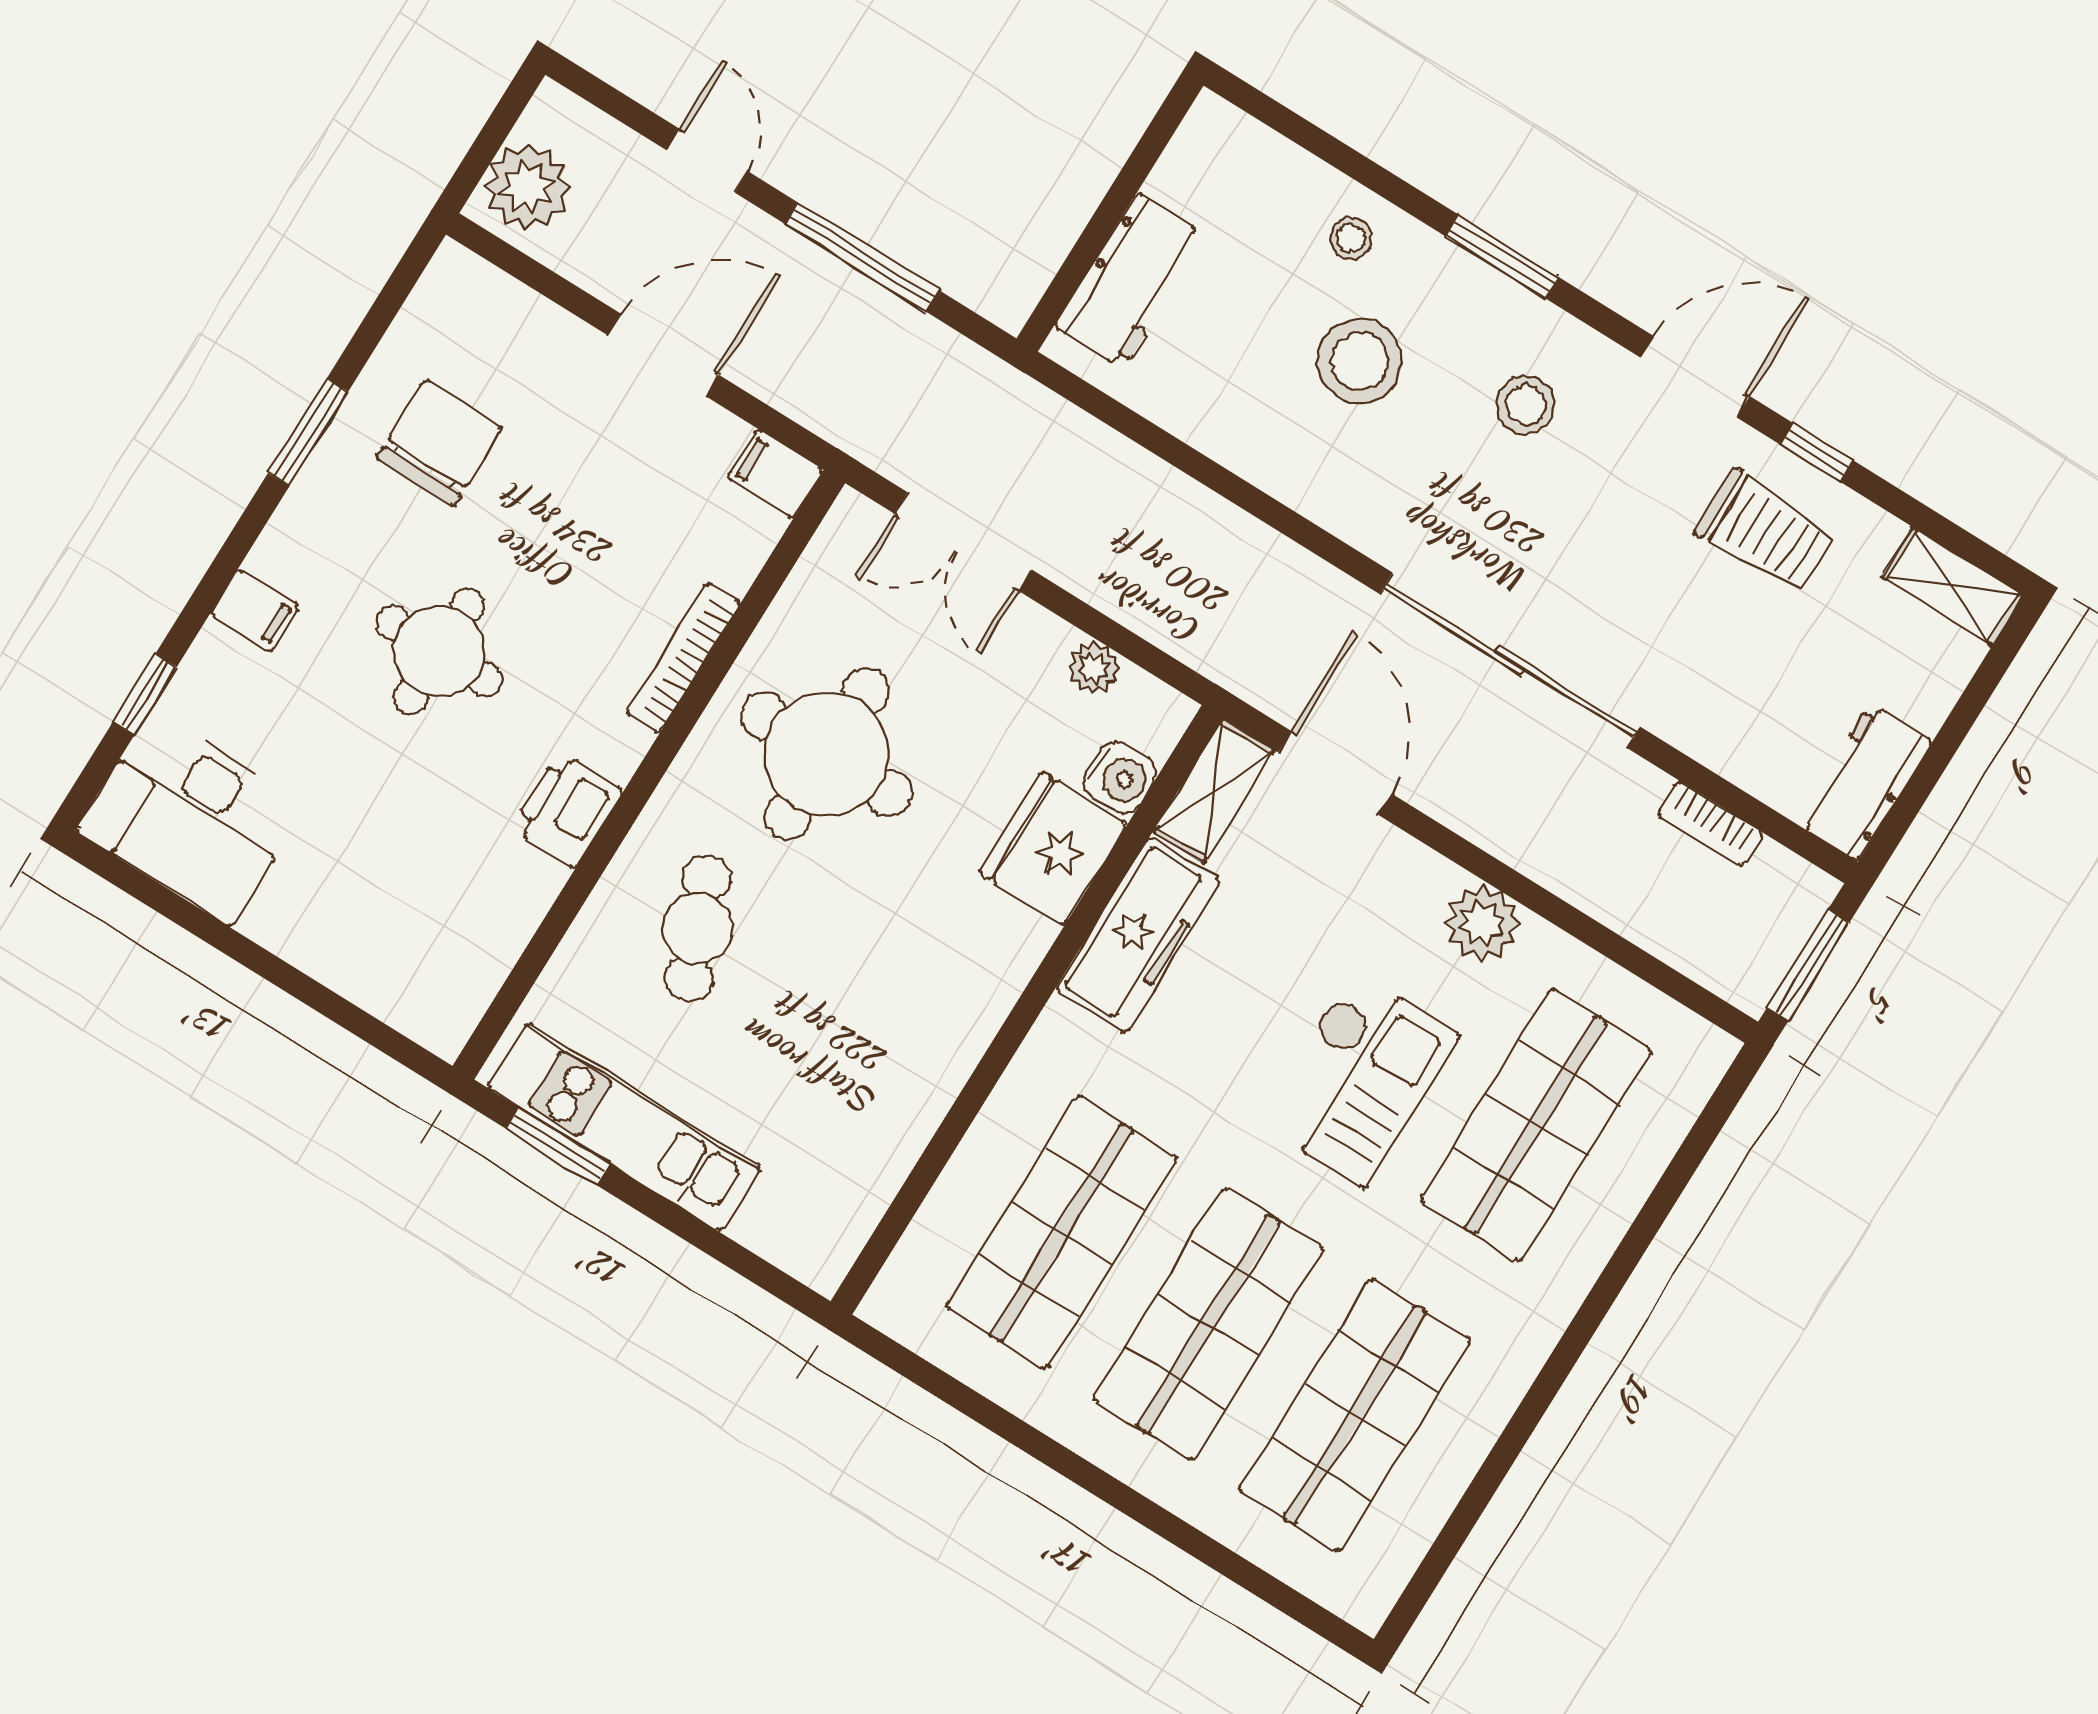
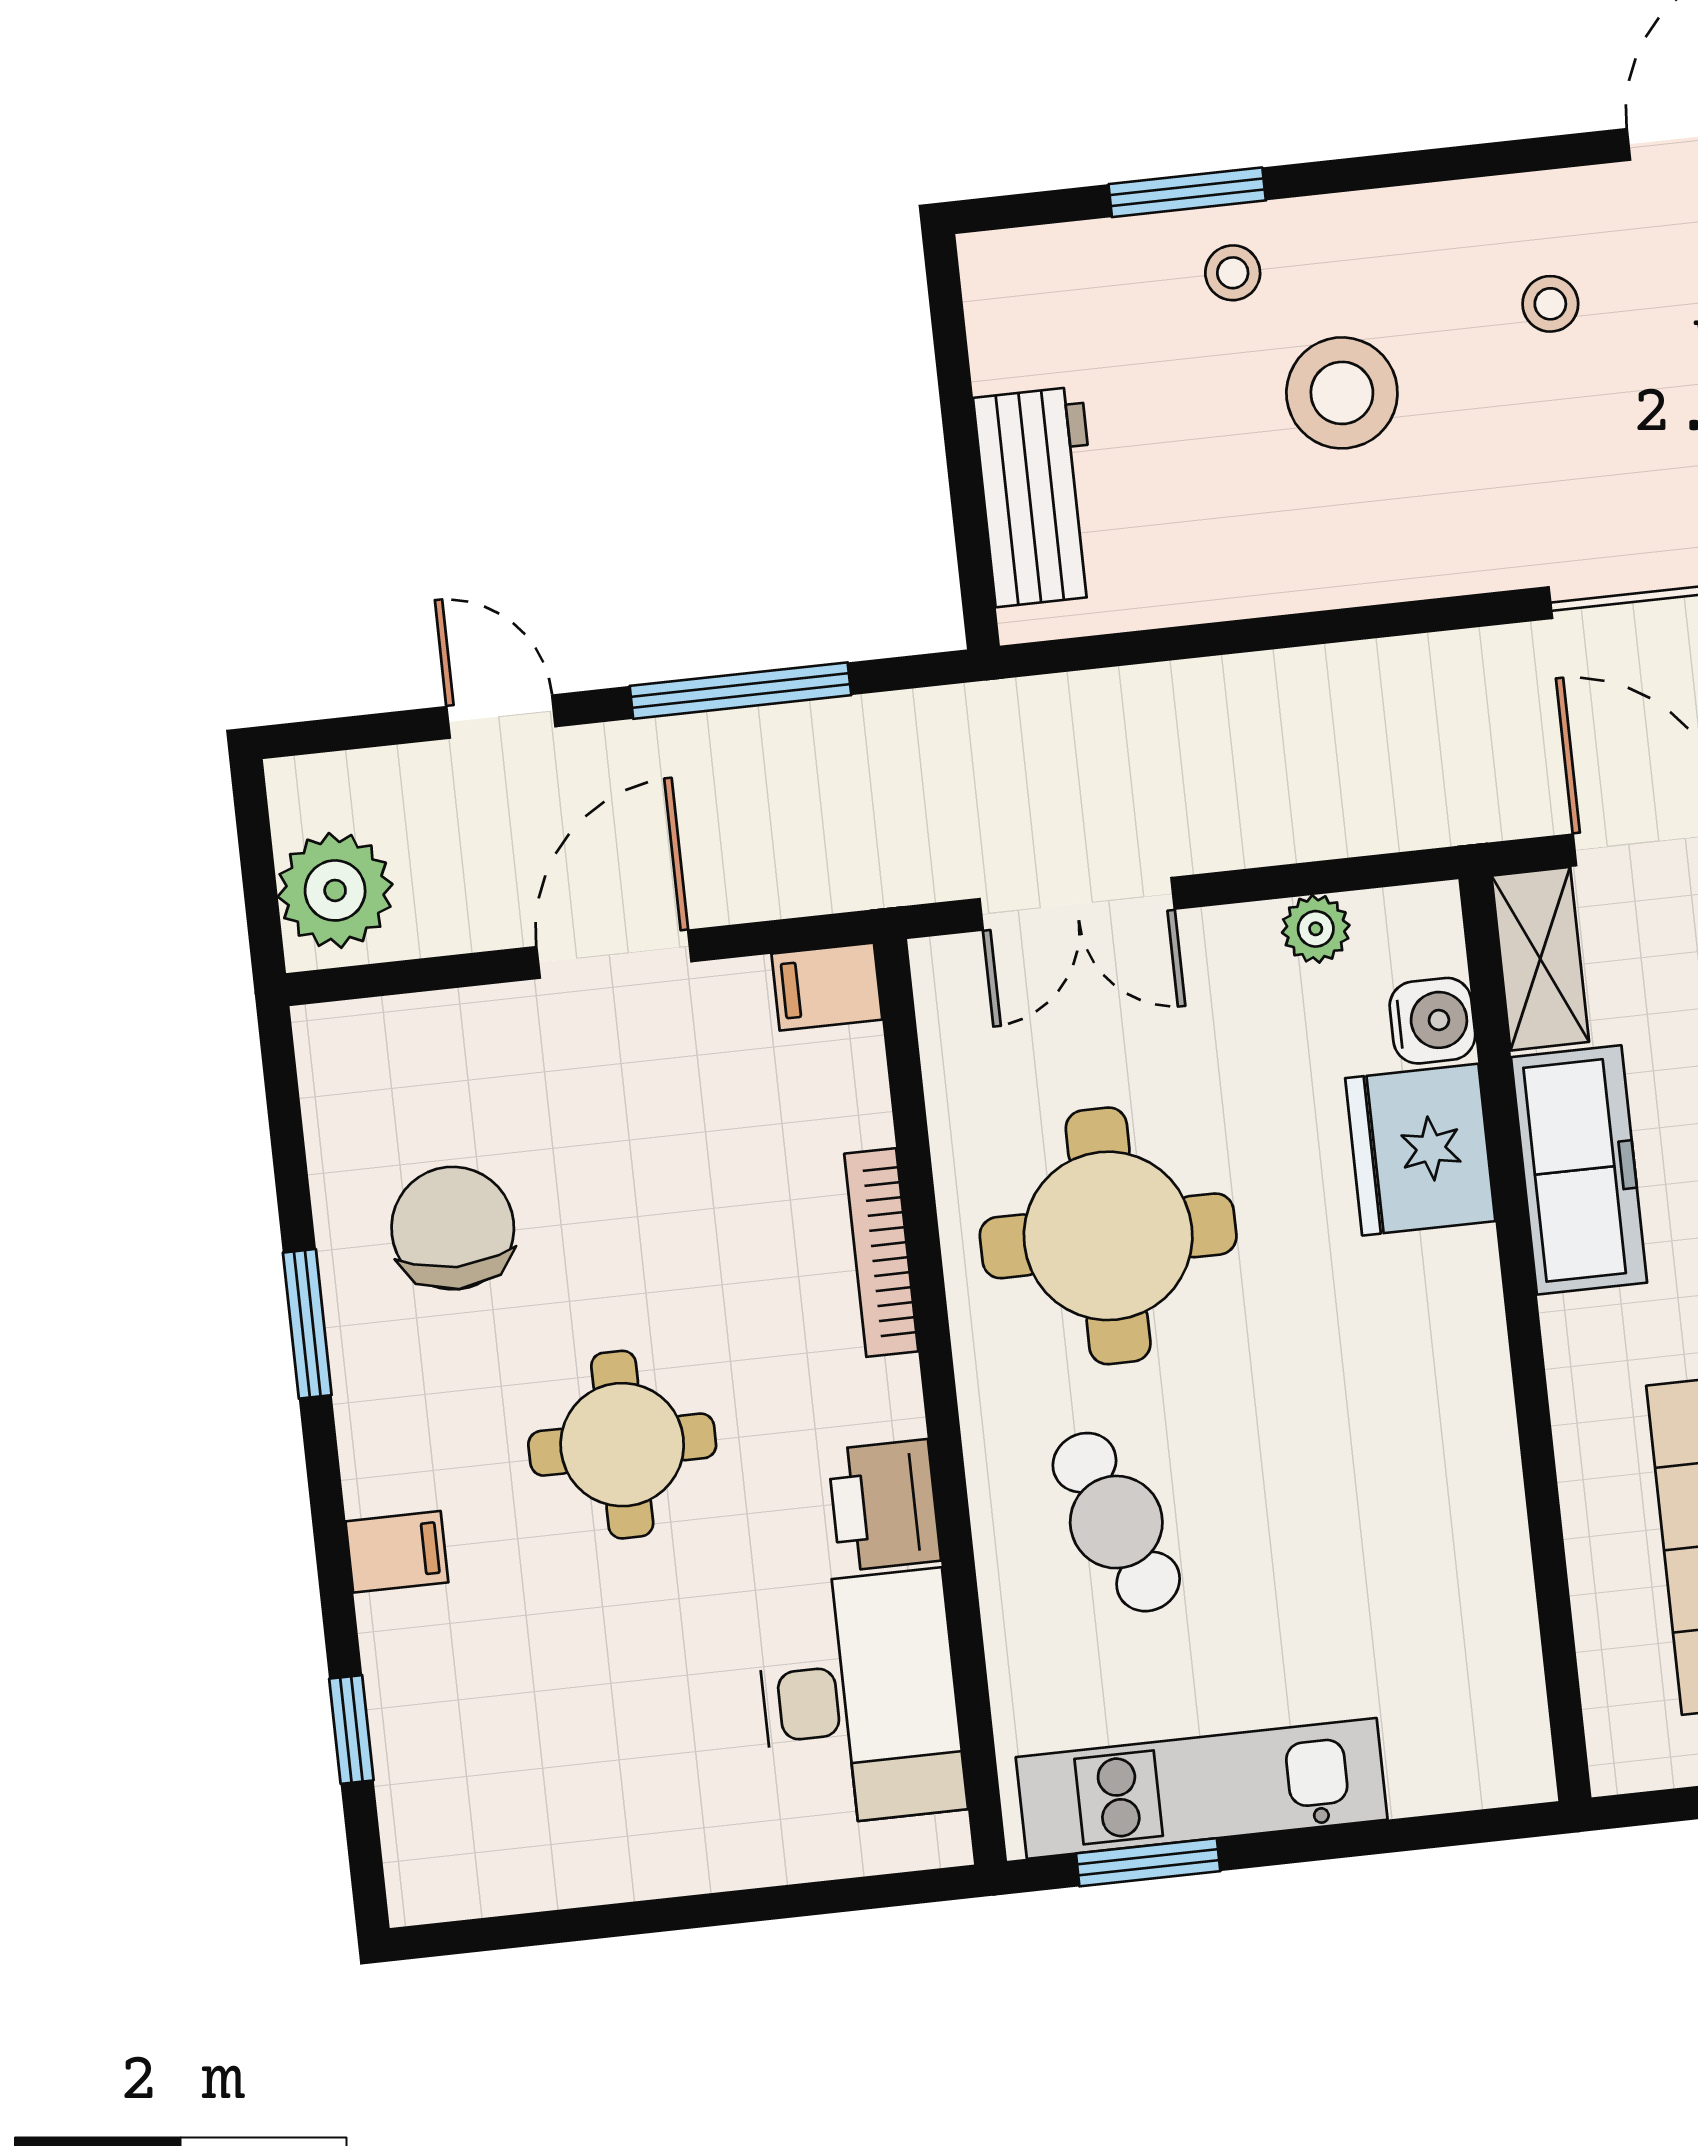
window: (1502, 257) -> (1187, 192), moved
stool: (1526, 405) -> (1550, 304), width x0.73, depth x0.73
desk: (191, 818) -> (860, 1698), moved, turned -90

